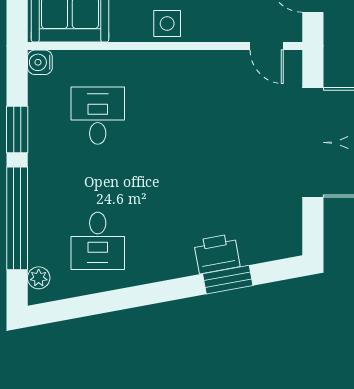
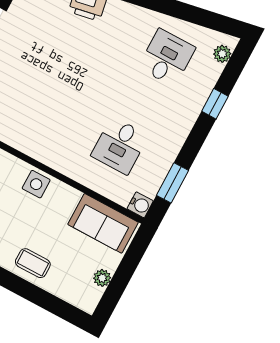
window: (17, 130) -> (173, 183), moved
window: (17, 218) -> (215, 104), width x0.32

